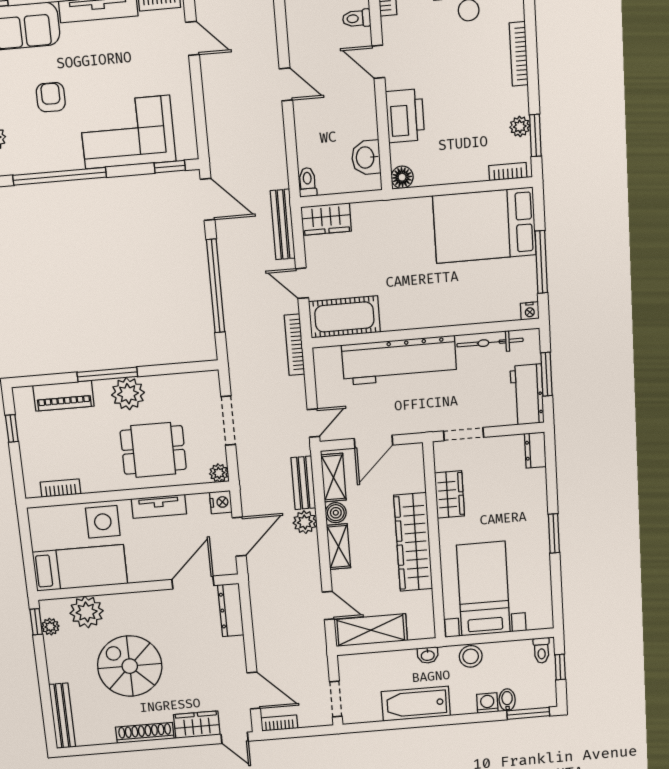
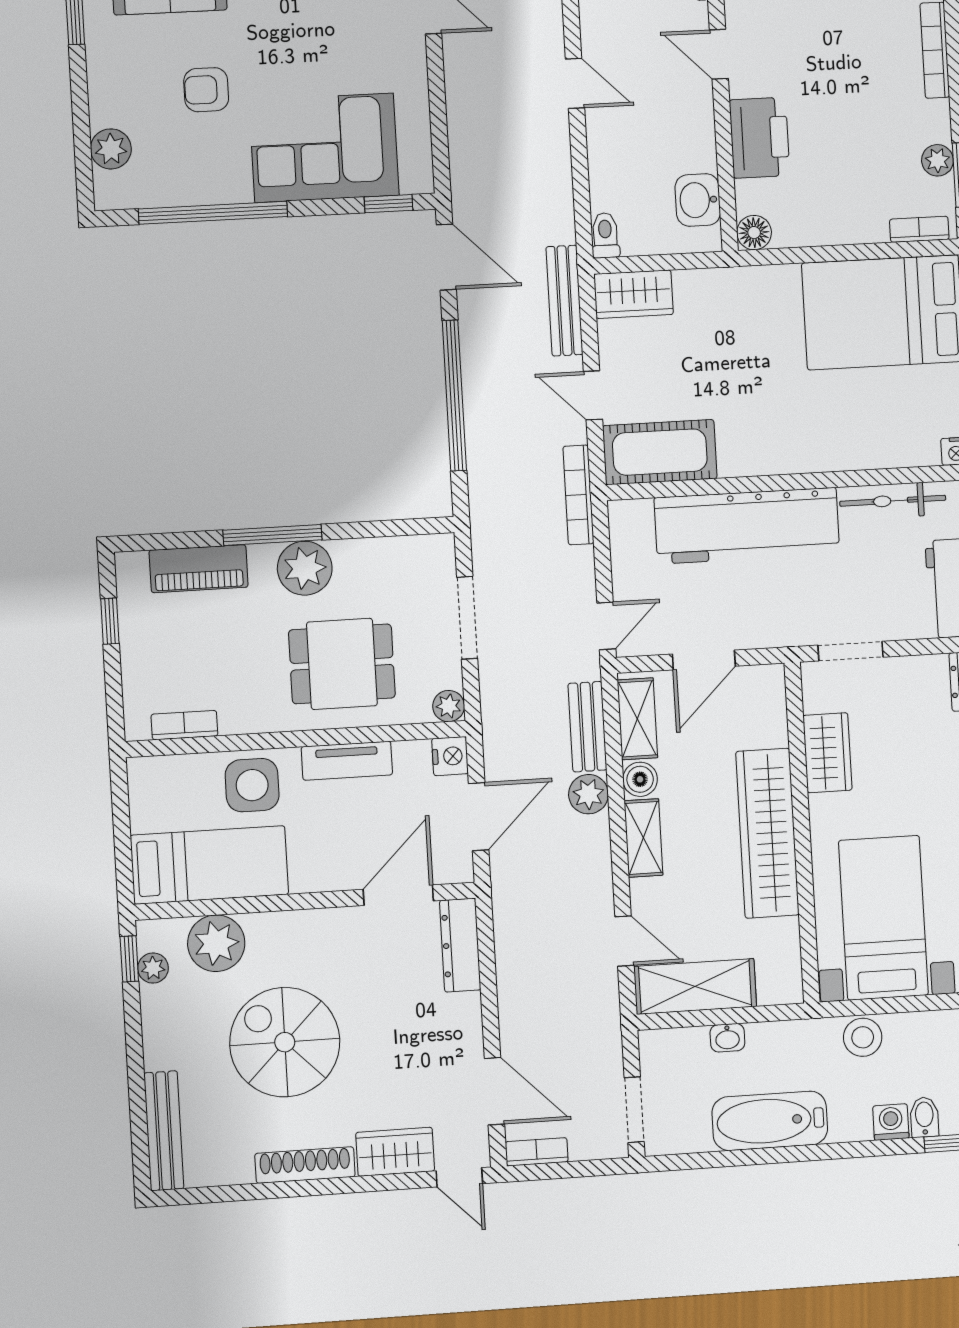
armchair: (51, 97) -> (206, 90), turned -90
washbasin: (428, 655) -> (727, 1038), moved

